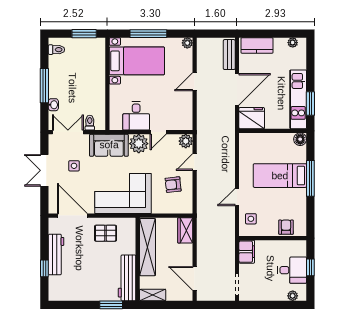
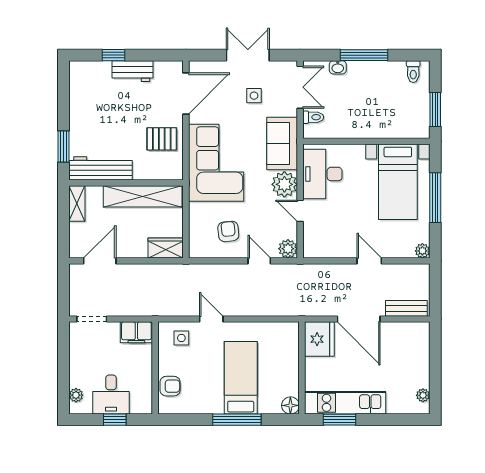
kitchen counter: (257, 45) -> (419, 346), removed
desk: (136, 116) -> (322, 174), width x1.37
pallet: (106, 233) -> (162, 139), turned 90
workbench: (56, 254) -> (133, 71), width x0.73

